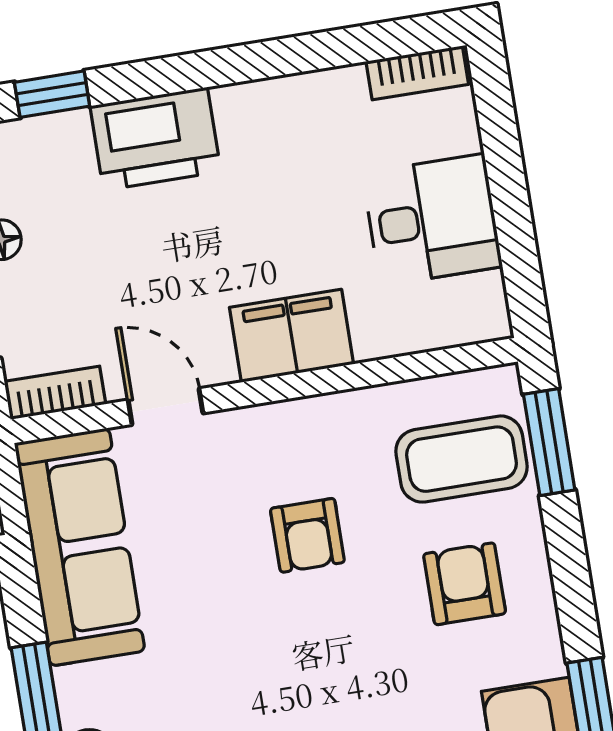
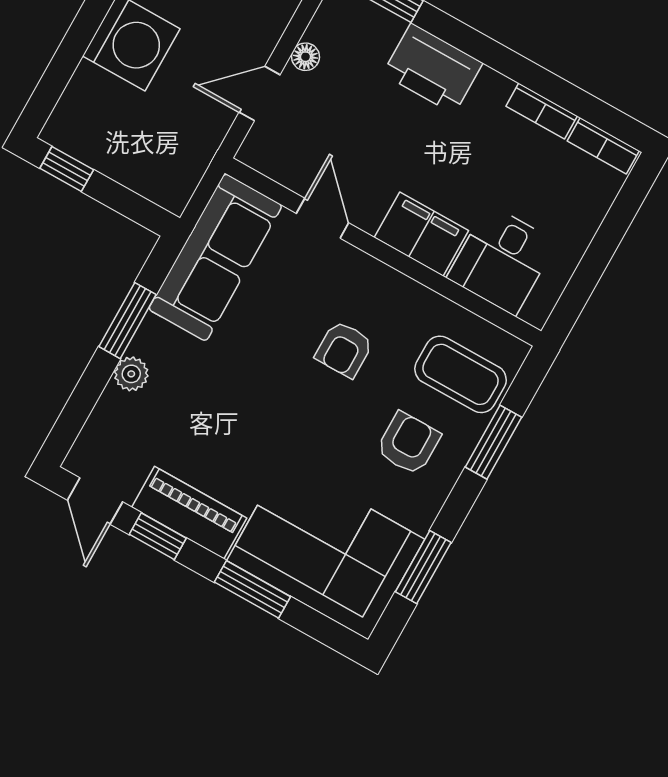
desk: (432, 220) -> (502, 260), moved, turned 90
bookcase: (55, 393) -> (542, 111), moved, turned 180
window: (549, 442) -> (493, 442), moved

